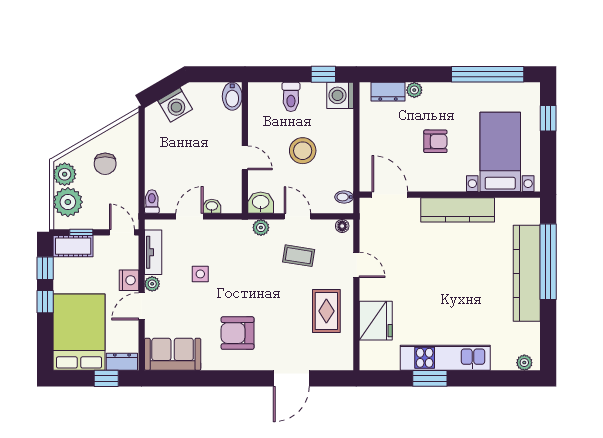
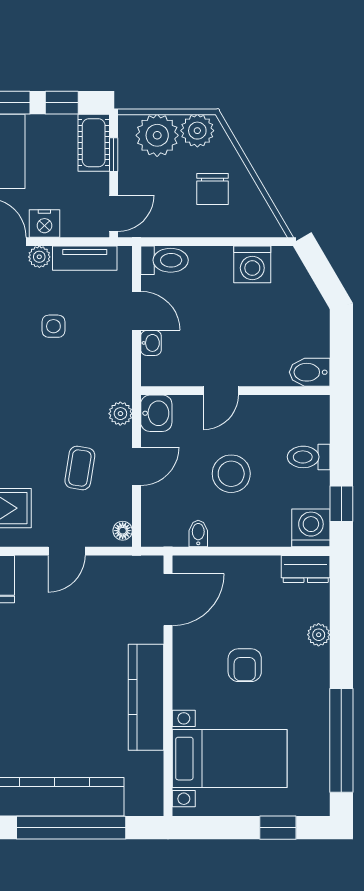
dresser: (388, 92) -> (306, 569), moved, turned -90
washing machine: (175, 105) -> (252, 264), moved, turned -60
chair: (105, 164) -> (212, 189), turned -90
bidet: (344, 197) -> (198, 533), moved
toilet: (152, 202) -> (164, 260), width x1.37, depth x1.39

